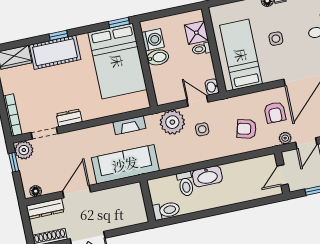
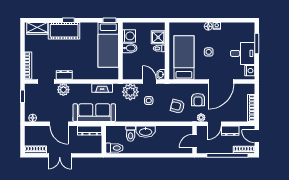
bed: (117, 61) -> (108, 45), width x0.67
plant: (24, 150) -> (63, 90), moved
door: (77, 192) -> (59, 124), swing flipped
dresser: (45, 209) -> (90, 130), moved

